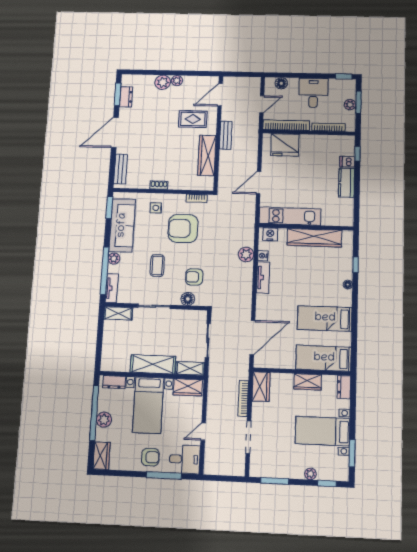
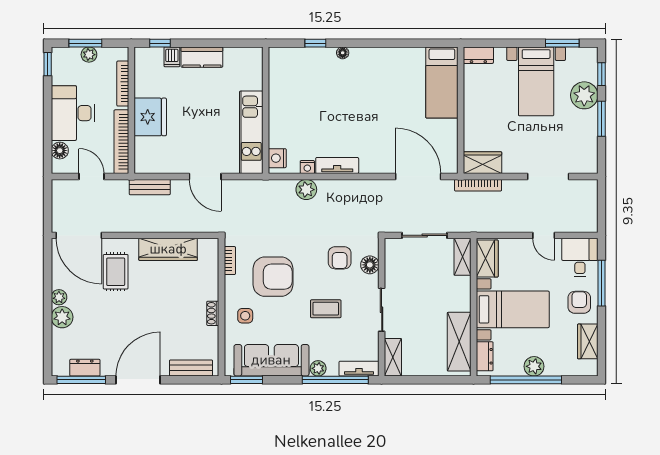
desk: (313, 93) -> (73, 113), width x1.37
window: (118, 94) -> (81, 380), width x1.44
door: (220, 95) -> (79, 235), width x1.36
door: (115, 132) -> (138, 380), swing flipped
bench: (226, 135) -> (150, 187), moved
fridge: (285, 145) -> (150, 117), moved
armchair: (183, 228) -> (273, 277), turned -90
wardrobe: (314, 238) -> (280, 99), removed
bed: (325, 318) -> (389, 82), removed
shelving: (153, 364) -> (459, 342), moved
wardrobe: (308, 382) -> (474, 102), removed
bookcase: (243, 398) -> (478, 185), moved
wardrobe: (102, 456) -> (588, 341), moved, turned -90
plant: (310, 474) -> (584, 95), width x1.88, depth x1.88
window: (275, 481) -> (602, 119), moved

